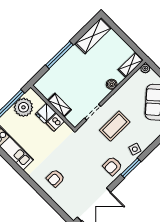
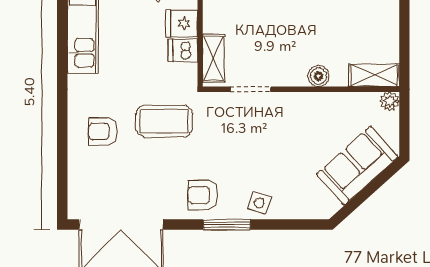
shelving: (60, 105) -> (213, 58), moved
coffee table: (115, 126) -> (164, 121), moved

